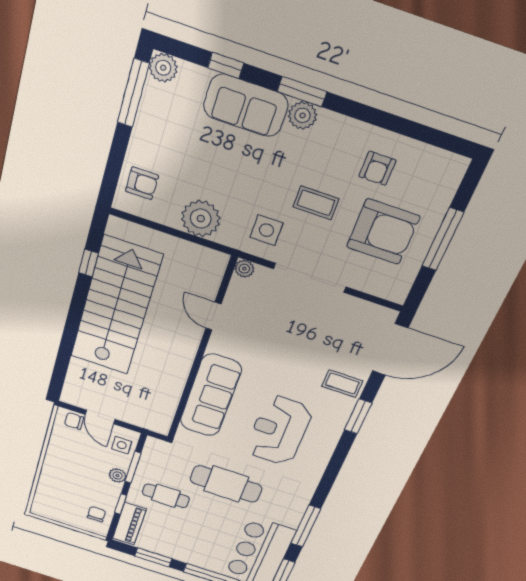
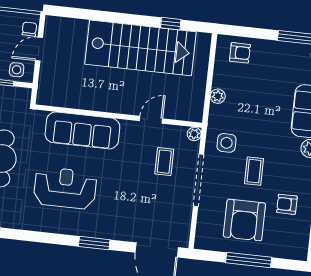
armchair: (142, 183) -> (240, 53), turned -90
plant: (201, 219) -> (218, 96), width x0.53, depth x0.53
coffee table: (342, 384) -> (164, 162), moved

